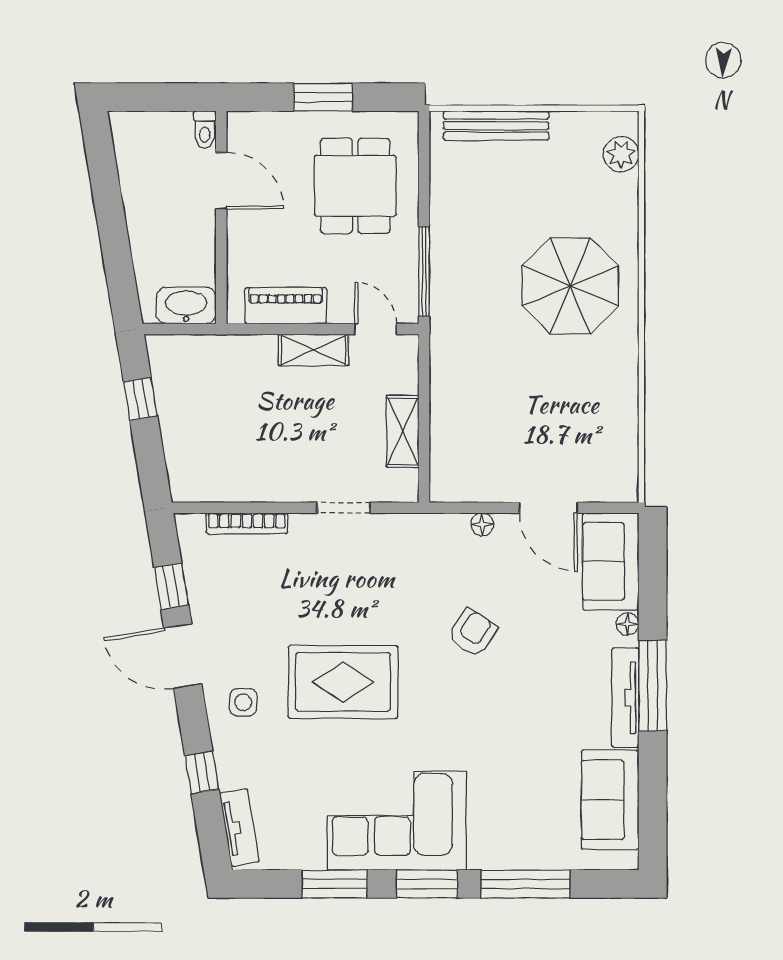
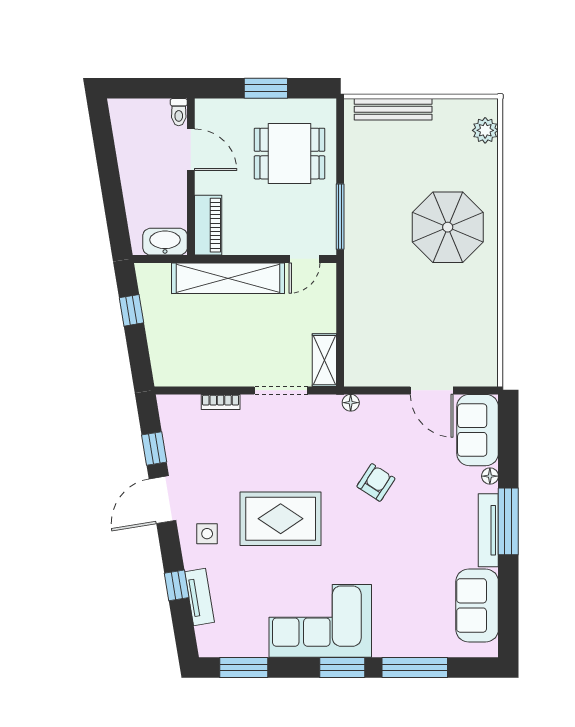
dining table: (355, 186) -> (290, 154), turned 90
piano: (286, 306) -> (208, 225), moved, turned 90
door: (376, 329) -> (304, 259), swing flipped
shelving: (313, 350) -> (228, 278), width x2.20, depth x1.33
shelving: (403, 431) -> (324, 360), moved
doorway: (343, 508) -> (281, 390), width x1.38
bookcase: (247, 523) -> (221, 402), width x0.64
floor lamp: (482, 524) -> (351, 403), moved
door: (183, 656) -> (163, 500), hinge flipped
tv unit: (239, 827) -> (199, 597), moved
window: (335, 884) -> (244, 667), moved

